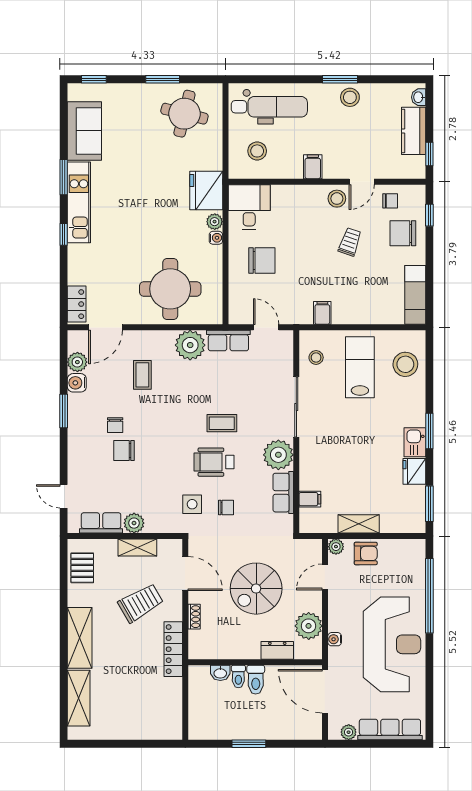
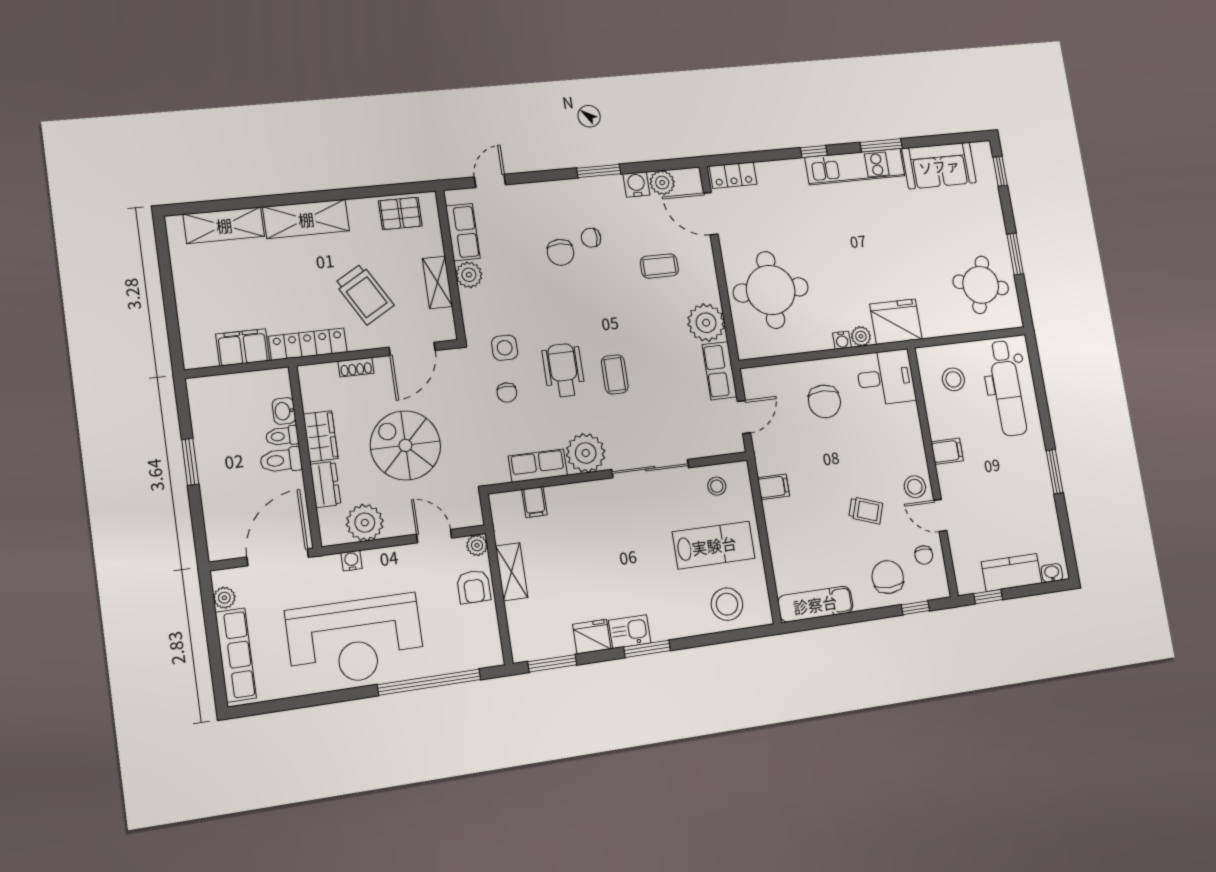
stool: (350, 97) -> (1036, 487), removed
chair: (124, 451) -> (560, 252), turned 180
wardrobe: (242, 649) -> (321, 436), added
filing cabinet: (170, 696) -> (243, 347), added

